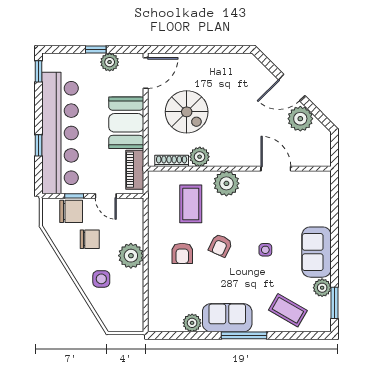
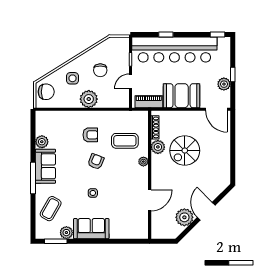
spiral stairs: (187, 112) -> (185, 151), moved
plant: (226, 183) -> (143, 162), width x0.53, depth x0.53
chair: (71, 211) -> (46, 92), moved, turned -90
armchair: (220, 246) -> (96, 162), turned 87
armchair: (182, 253) -> (90, 135), turned 180

